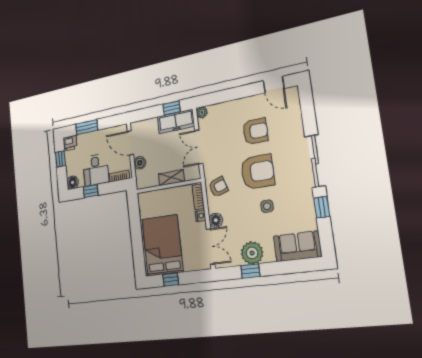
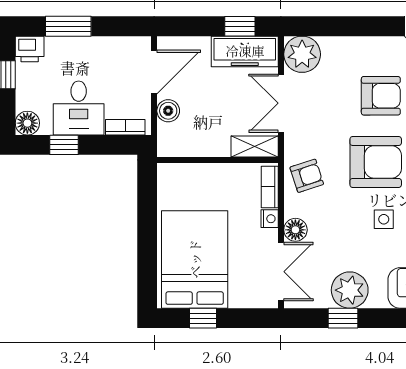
plant: (202, 112) -> (302, 54), width x1.88, depth x1.88
door: (130, 143) -> (154, 72), swing flipped
shelving: (171, 178) -> (255, 147), moved

